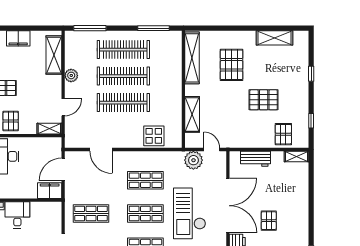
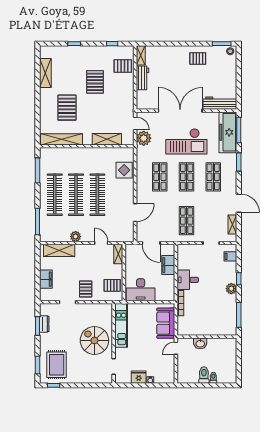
pallet: (232, 65) -> (67, 108), turned 90
door: (212, 150) -> (135, 123), swing flipped
workbench: (255, 159) -> (142, 78), moved
filing cabinet: (50, 191) -> (168, 265), moved
pallet: (269, 221) -> (198, 58), moved

